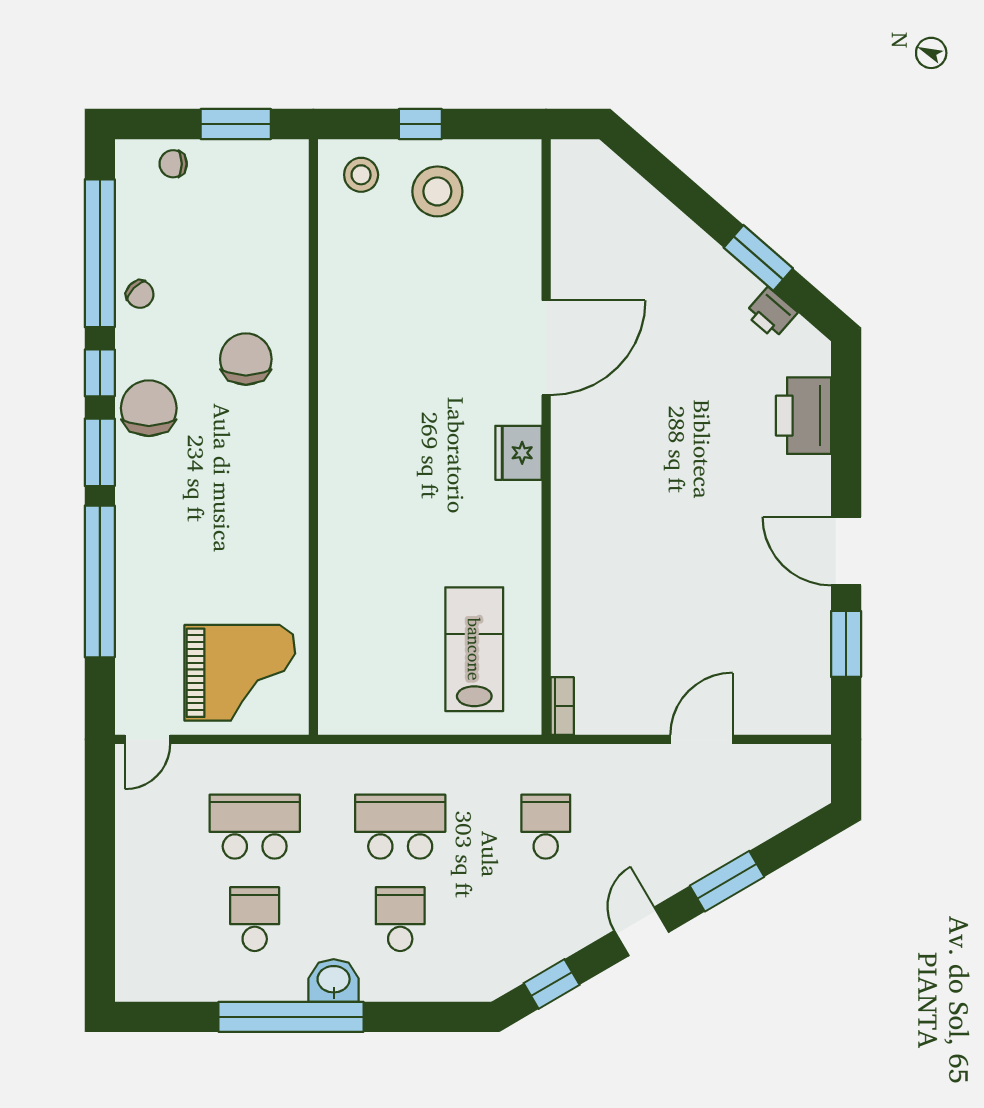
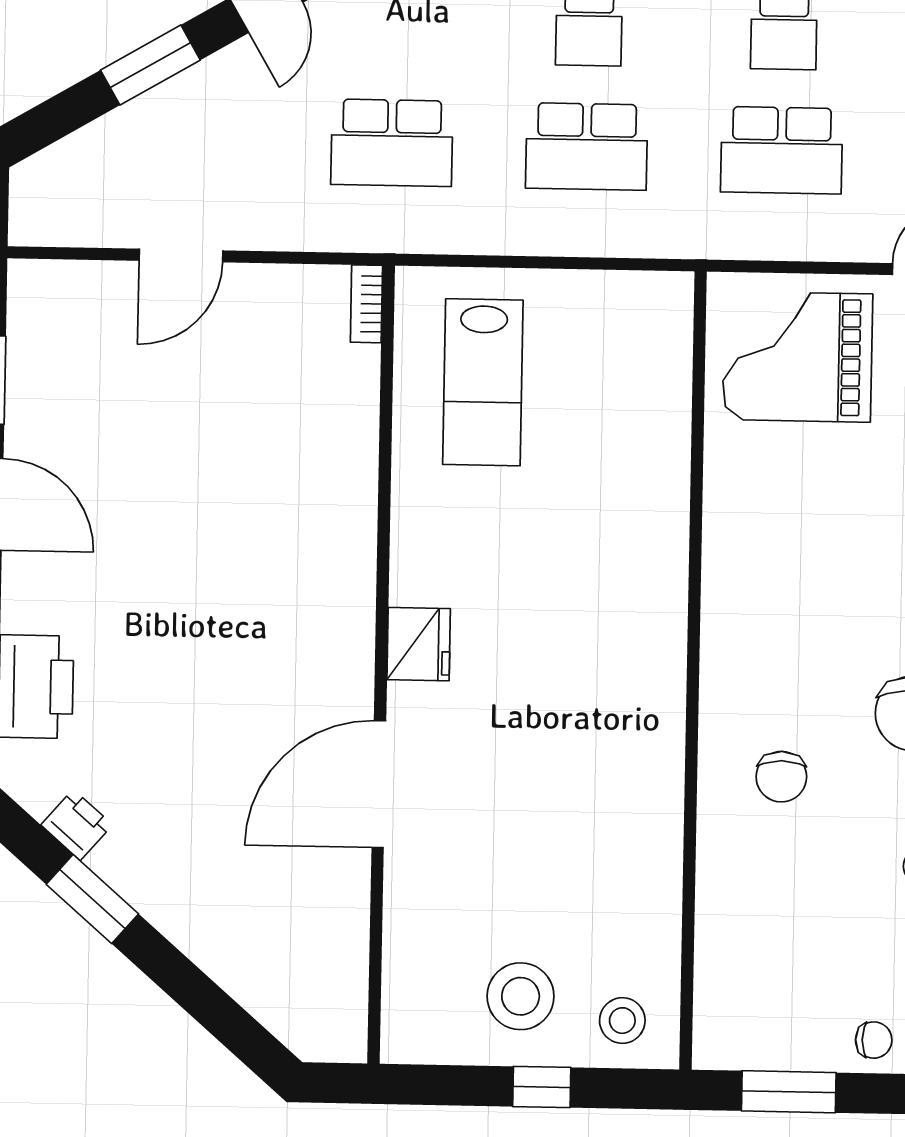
chair: (246, 359) -> (781, 777), width x0.73, depth x0.73
school desk: (546, 827) -> (392, 143), width x1.85

